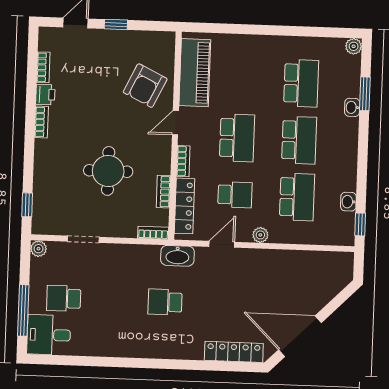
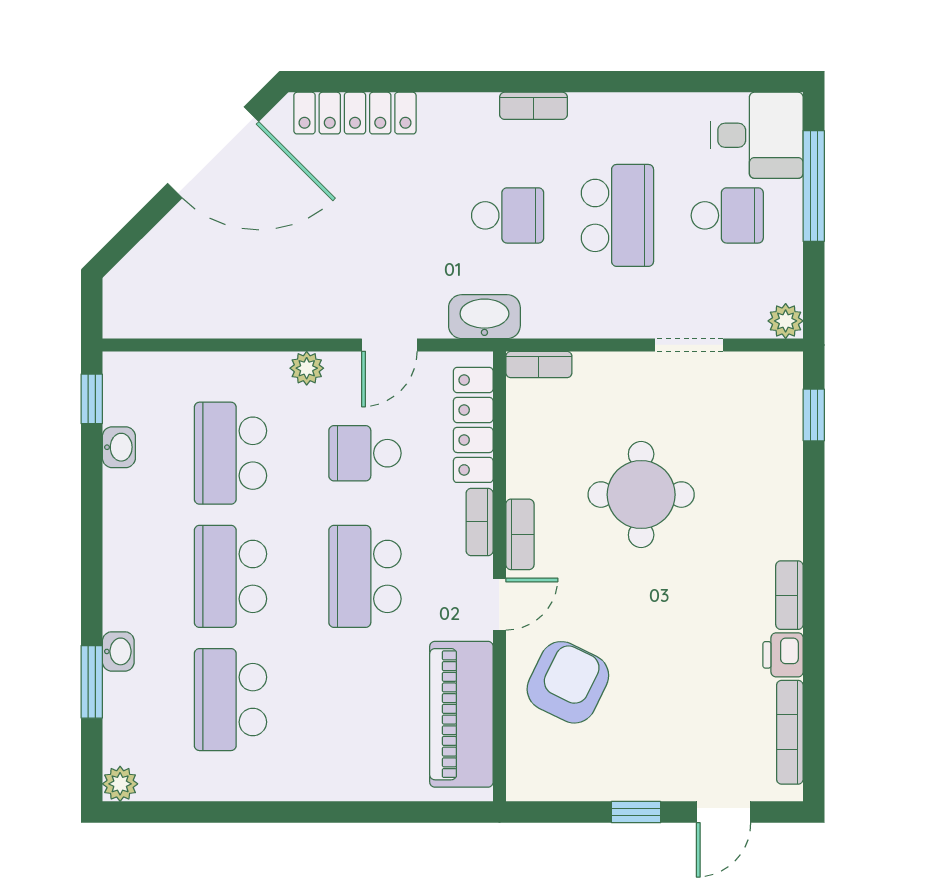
bookcase: (43, 67) -> (790, 732), width x1.56
bookcase: (163, 192) -> (520, 534), moved
school desk: (114, 300) -> (617, 215), added
bookcase: (151, 352) -> (534, 106), added

